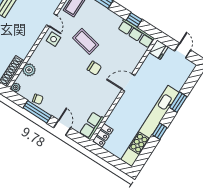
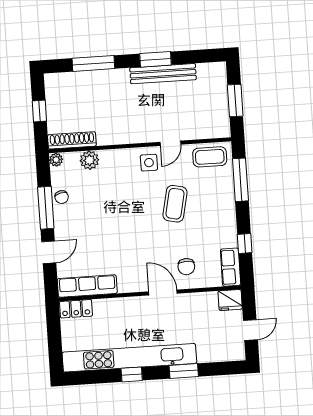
row of seats: (136, 33) -> (231, 267), width x0.68
chair: (94, 68) -> (186, 267), moved
row of seats: (92, 126) -> (87, 286), width x1.48

